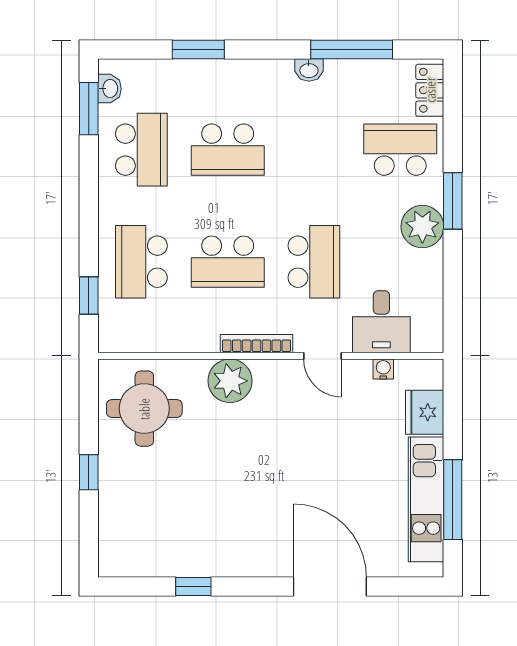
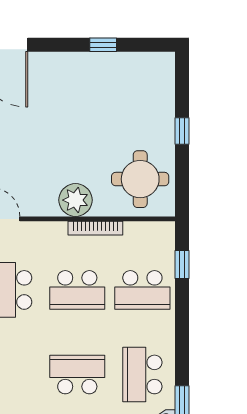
school desk: (141, 262) -> (142, 290), turned 90
school desk: (228, 262) -> (77, 290), turned 180
bookcase: (257, 344) -> (95, 228), moved

